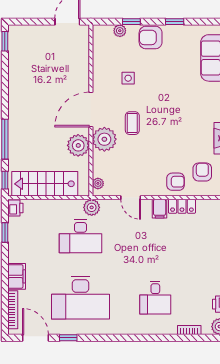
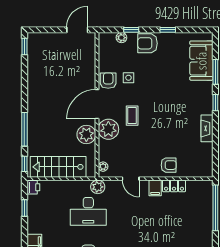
armchair: (202, 172) -> (108, 81), moved

